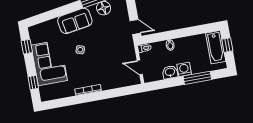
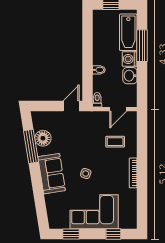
bathtub: (216, 47) -> (128, 32), moved, turned 90
coffee table: (112, 70) -> (115, 142), added

